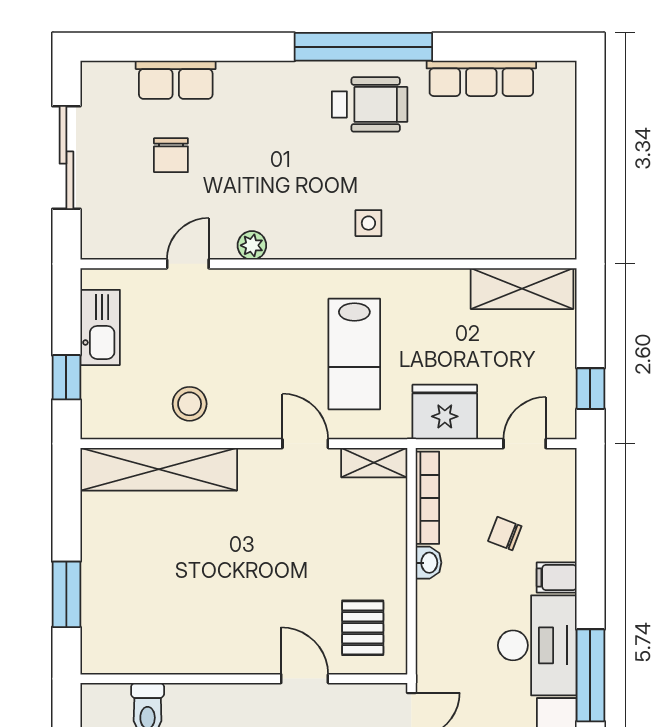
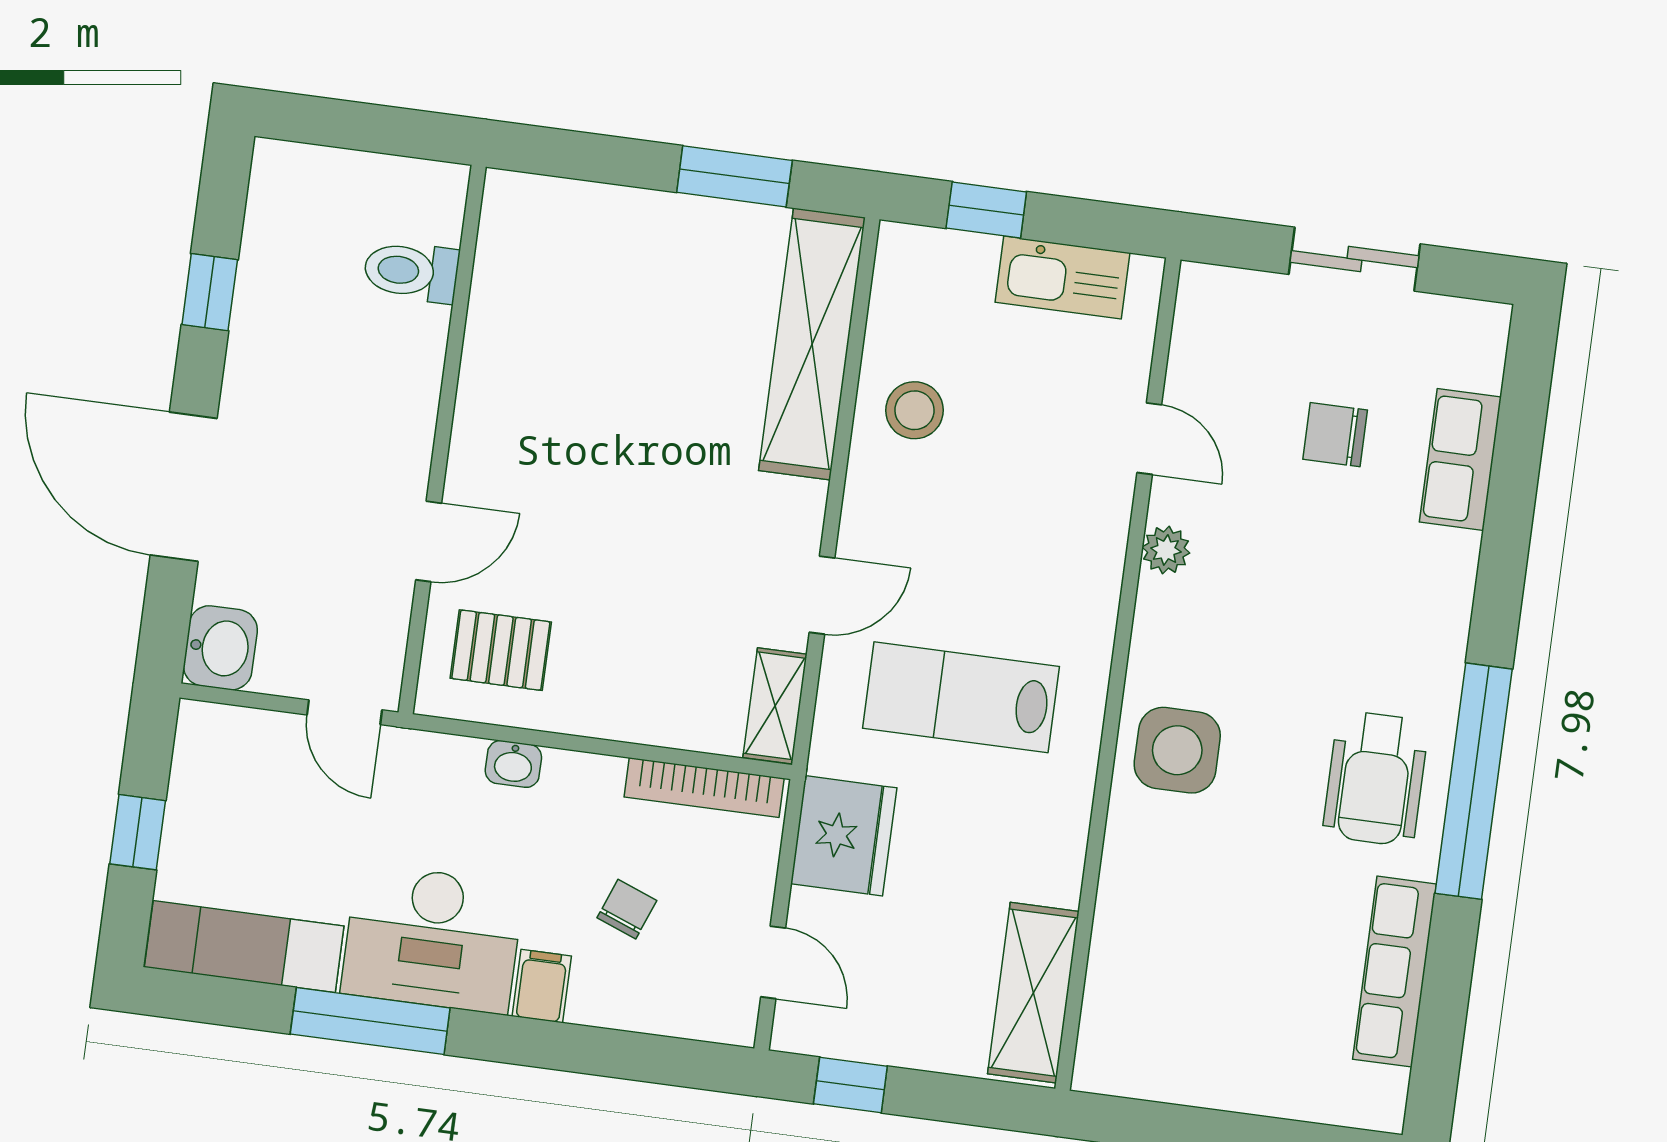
sliding door: (66, 158) -> (1355, 259), width x0.73
side table: (368, 223) -> (1177, 750), width x1.87, depth x1.87
washbasin: (428, 563) -> (513, 764), moved
window: (66, 594) -> (734, 176), moved

